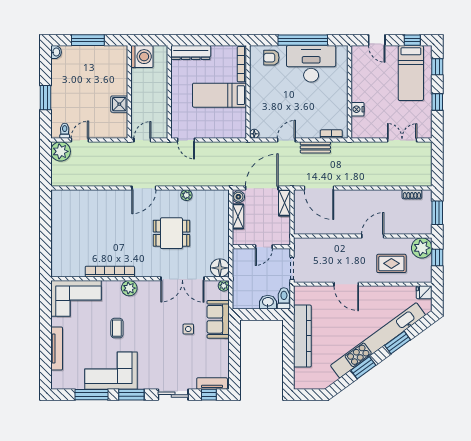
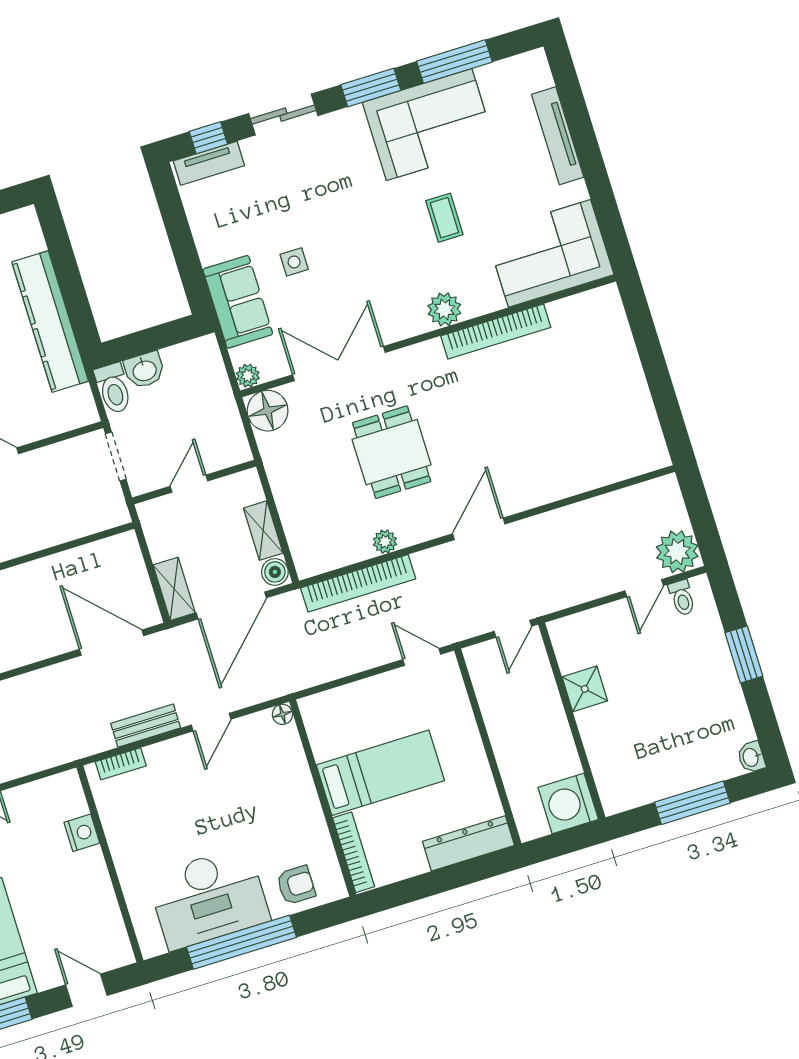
bookcase: (204, 181) -> (358, 583), added
dining table: (171, 233) -> (392, 452), turned 90

